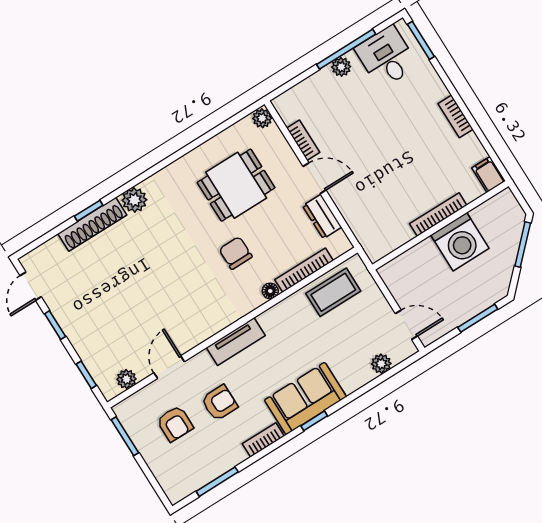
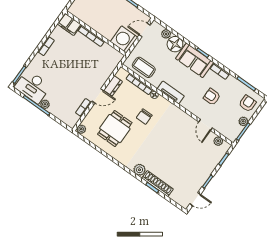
desk: (386, 57) -> (33, 87), width x1.37
filing cabinet: (489, 174) -> (69, 24), width x2.00
door: (314, 178) -> (98, 96), swing flipped
dining table: (236, 185) -> (115, 129), turned 90
washing machine: (460, 242) -> (124, 39), moved, turned -90
door: (406, 325) -> (145, 30), hinge flipped
tv unit: (236, 342) -> (171, 92), moved
door: (169, 367) -> (205, 125), hinge flipped
floor lamp: (354, 373) -> (175, 44), added
armchair: (175, 424) -> (247, 103), moved
plant: (145, 445) -> (243, 121), added

